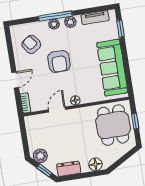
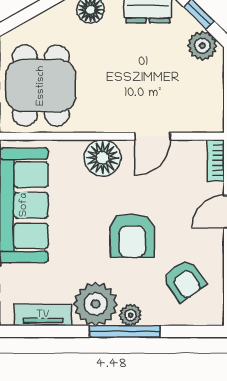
plant: (70, 22) -> (96, 304), width x1.87, depth x1.87
armchair: (59, 61) -> (132, 236), turned 180
floor lamp: (75, 100) -> (103, 158), width x1.89, depth x1.89

